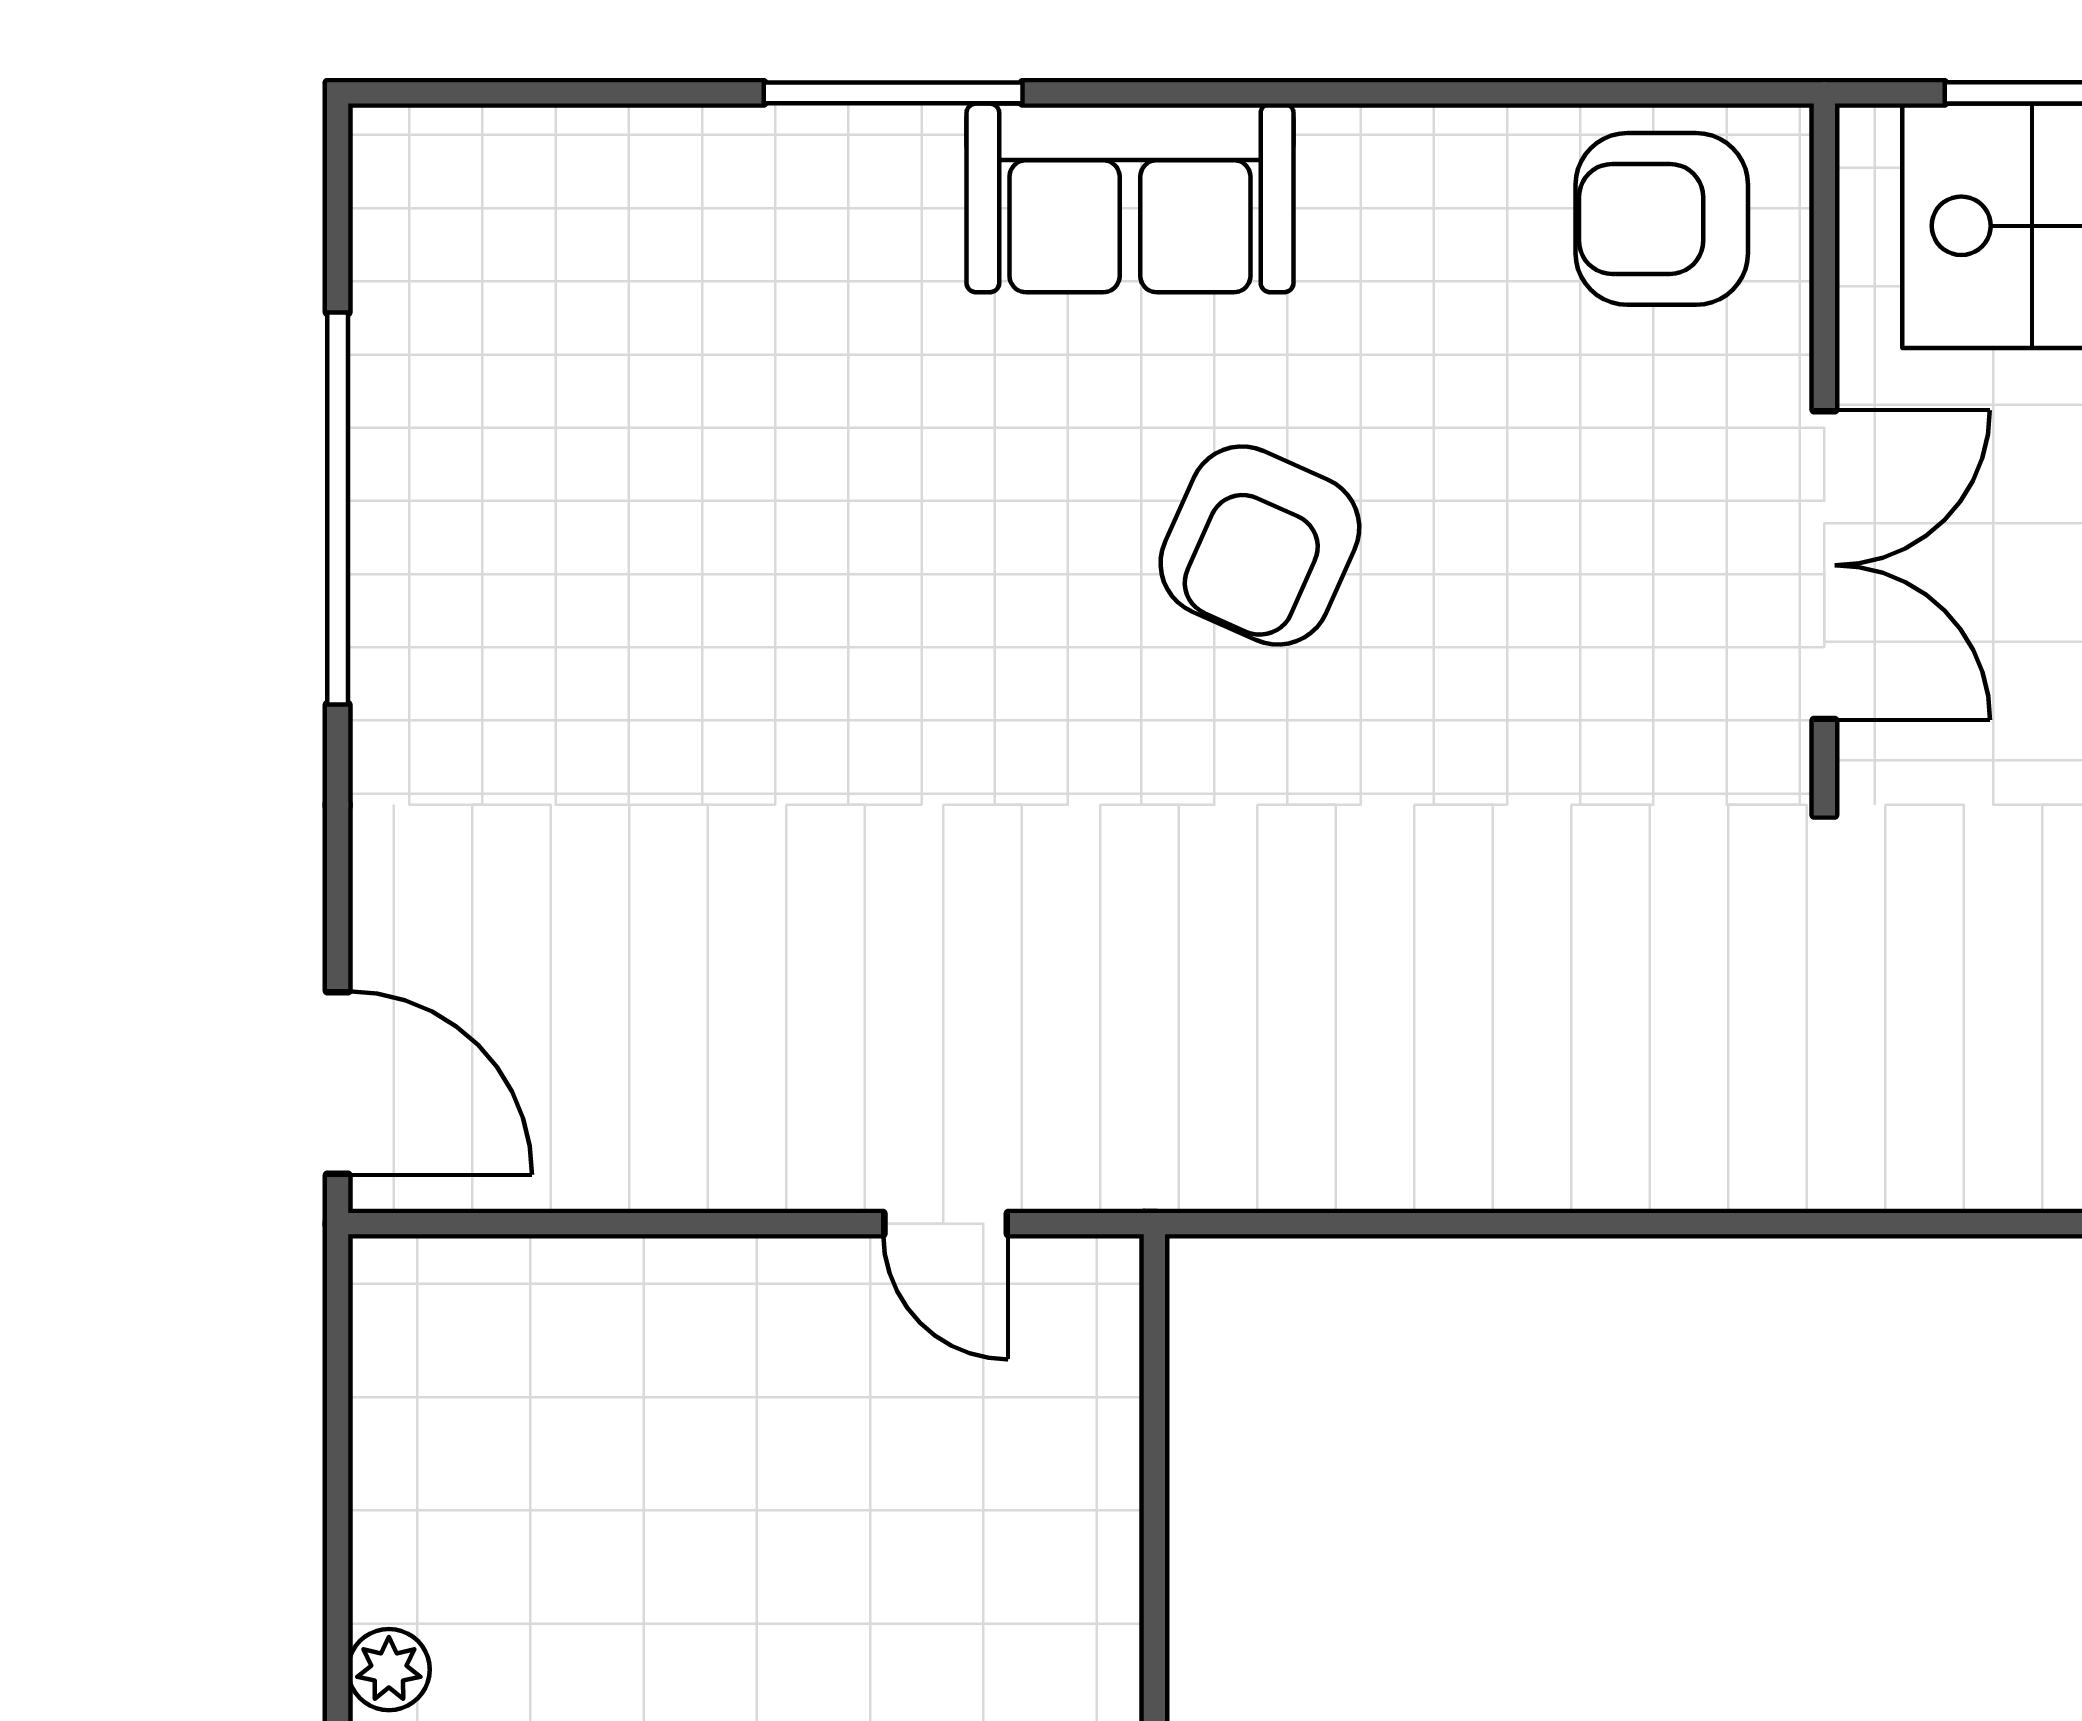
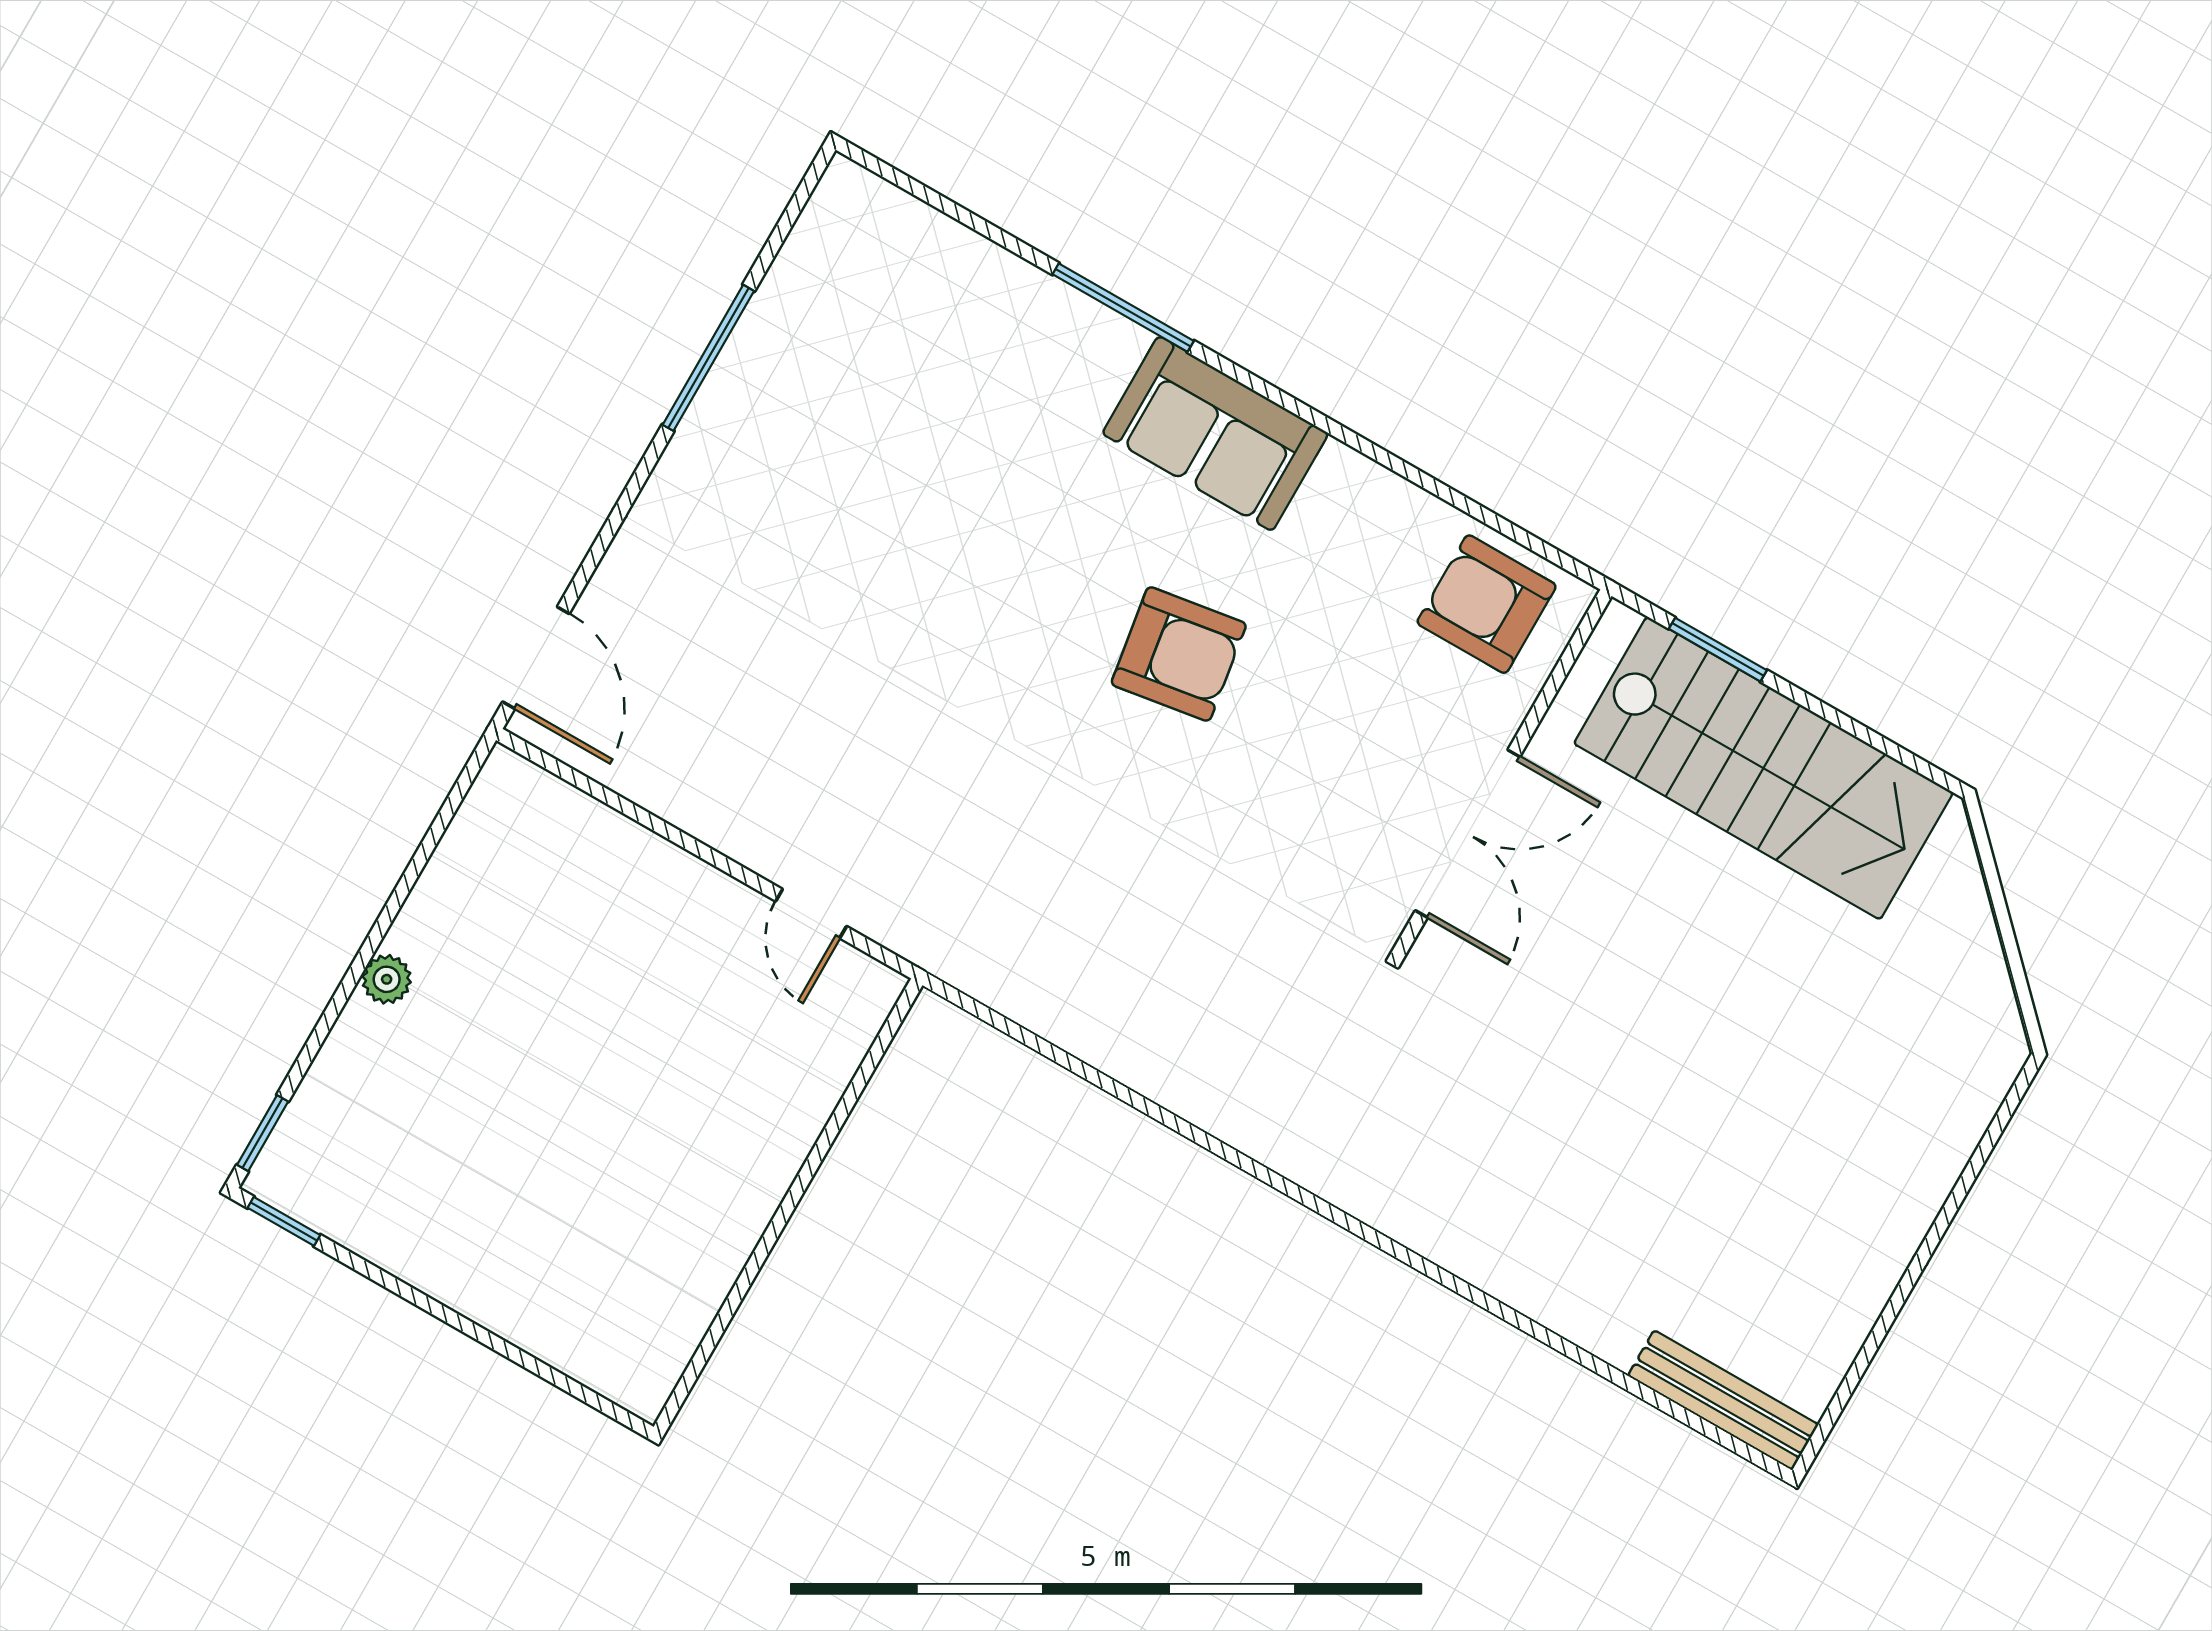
window: (338, 509) -> (708, 358), width x0.68
armchair: (1260, 546) -> (1179, 654), turned -123

